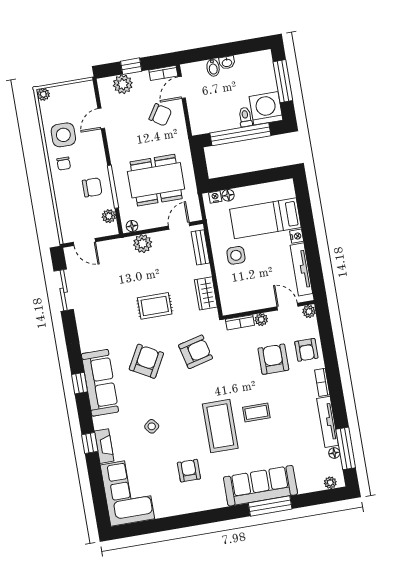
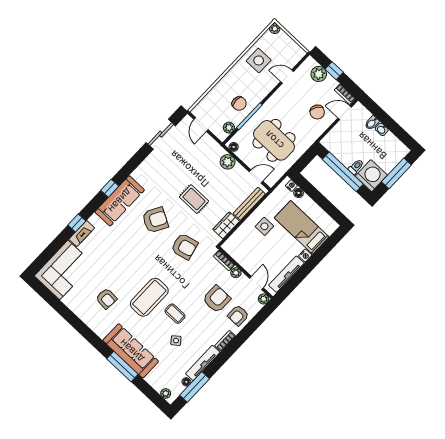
chair: (64, 164) -> (241, 74), removed
bench: (200, 247) -> (249, 204), width x1.36
side table: (152, 426) -> (176, 341), moved
armchair: (189, 471) -> (106, 299), turned 94

